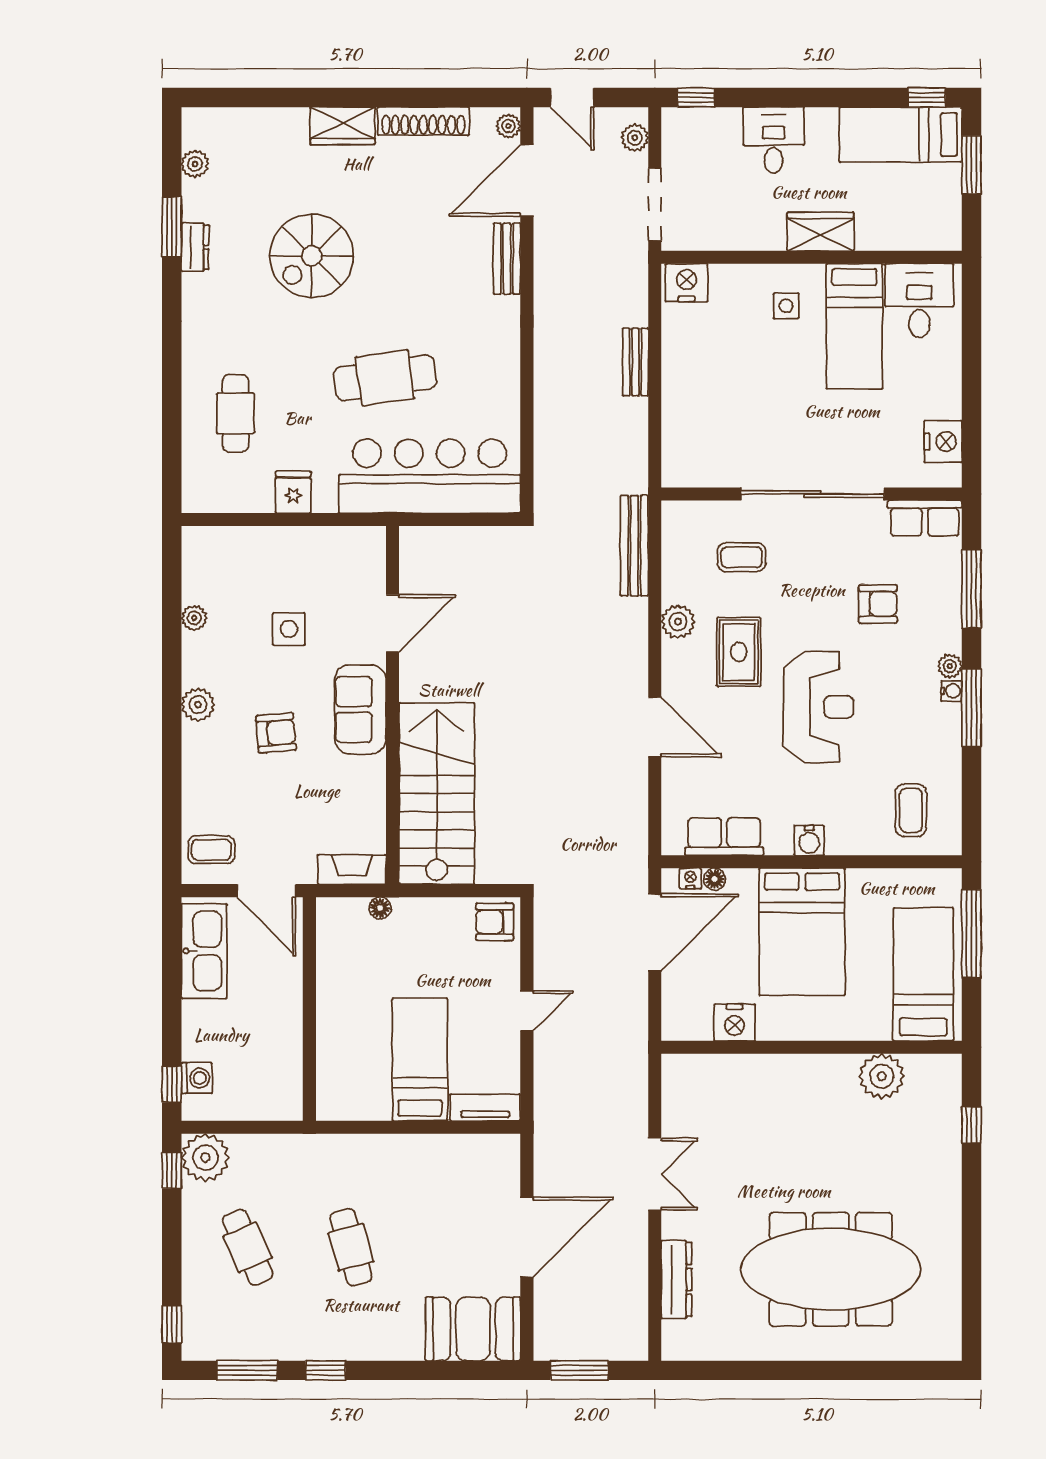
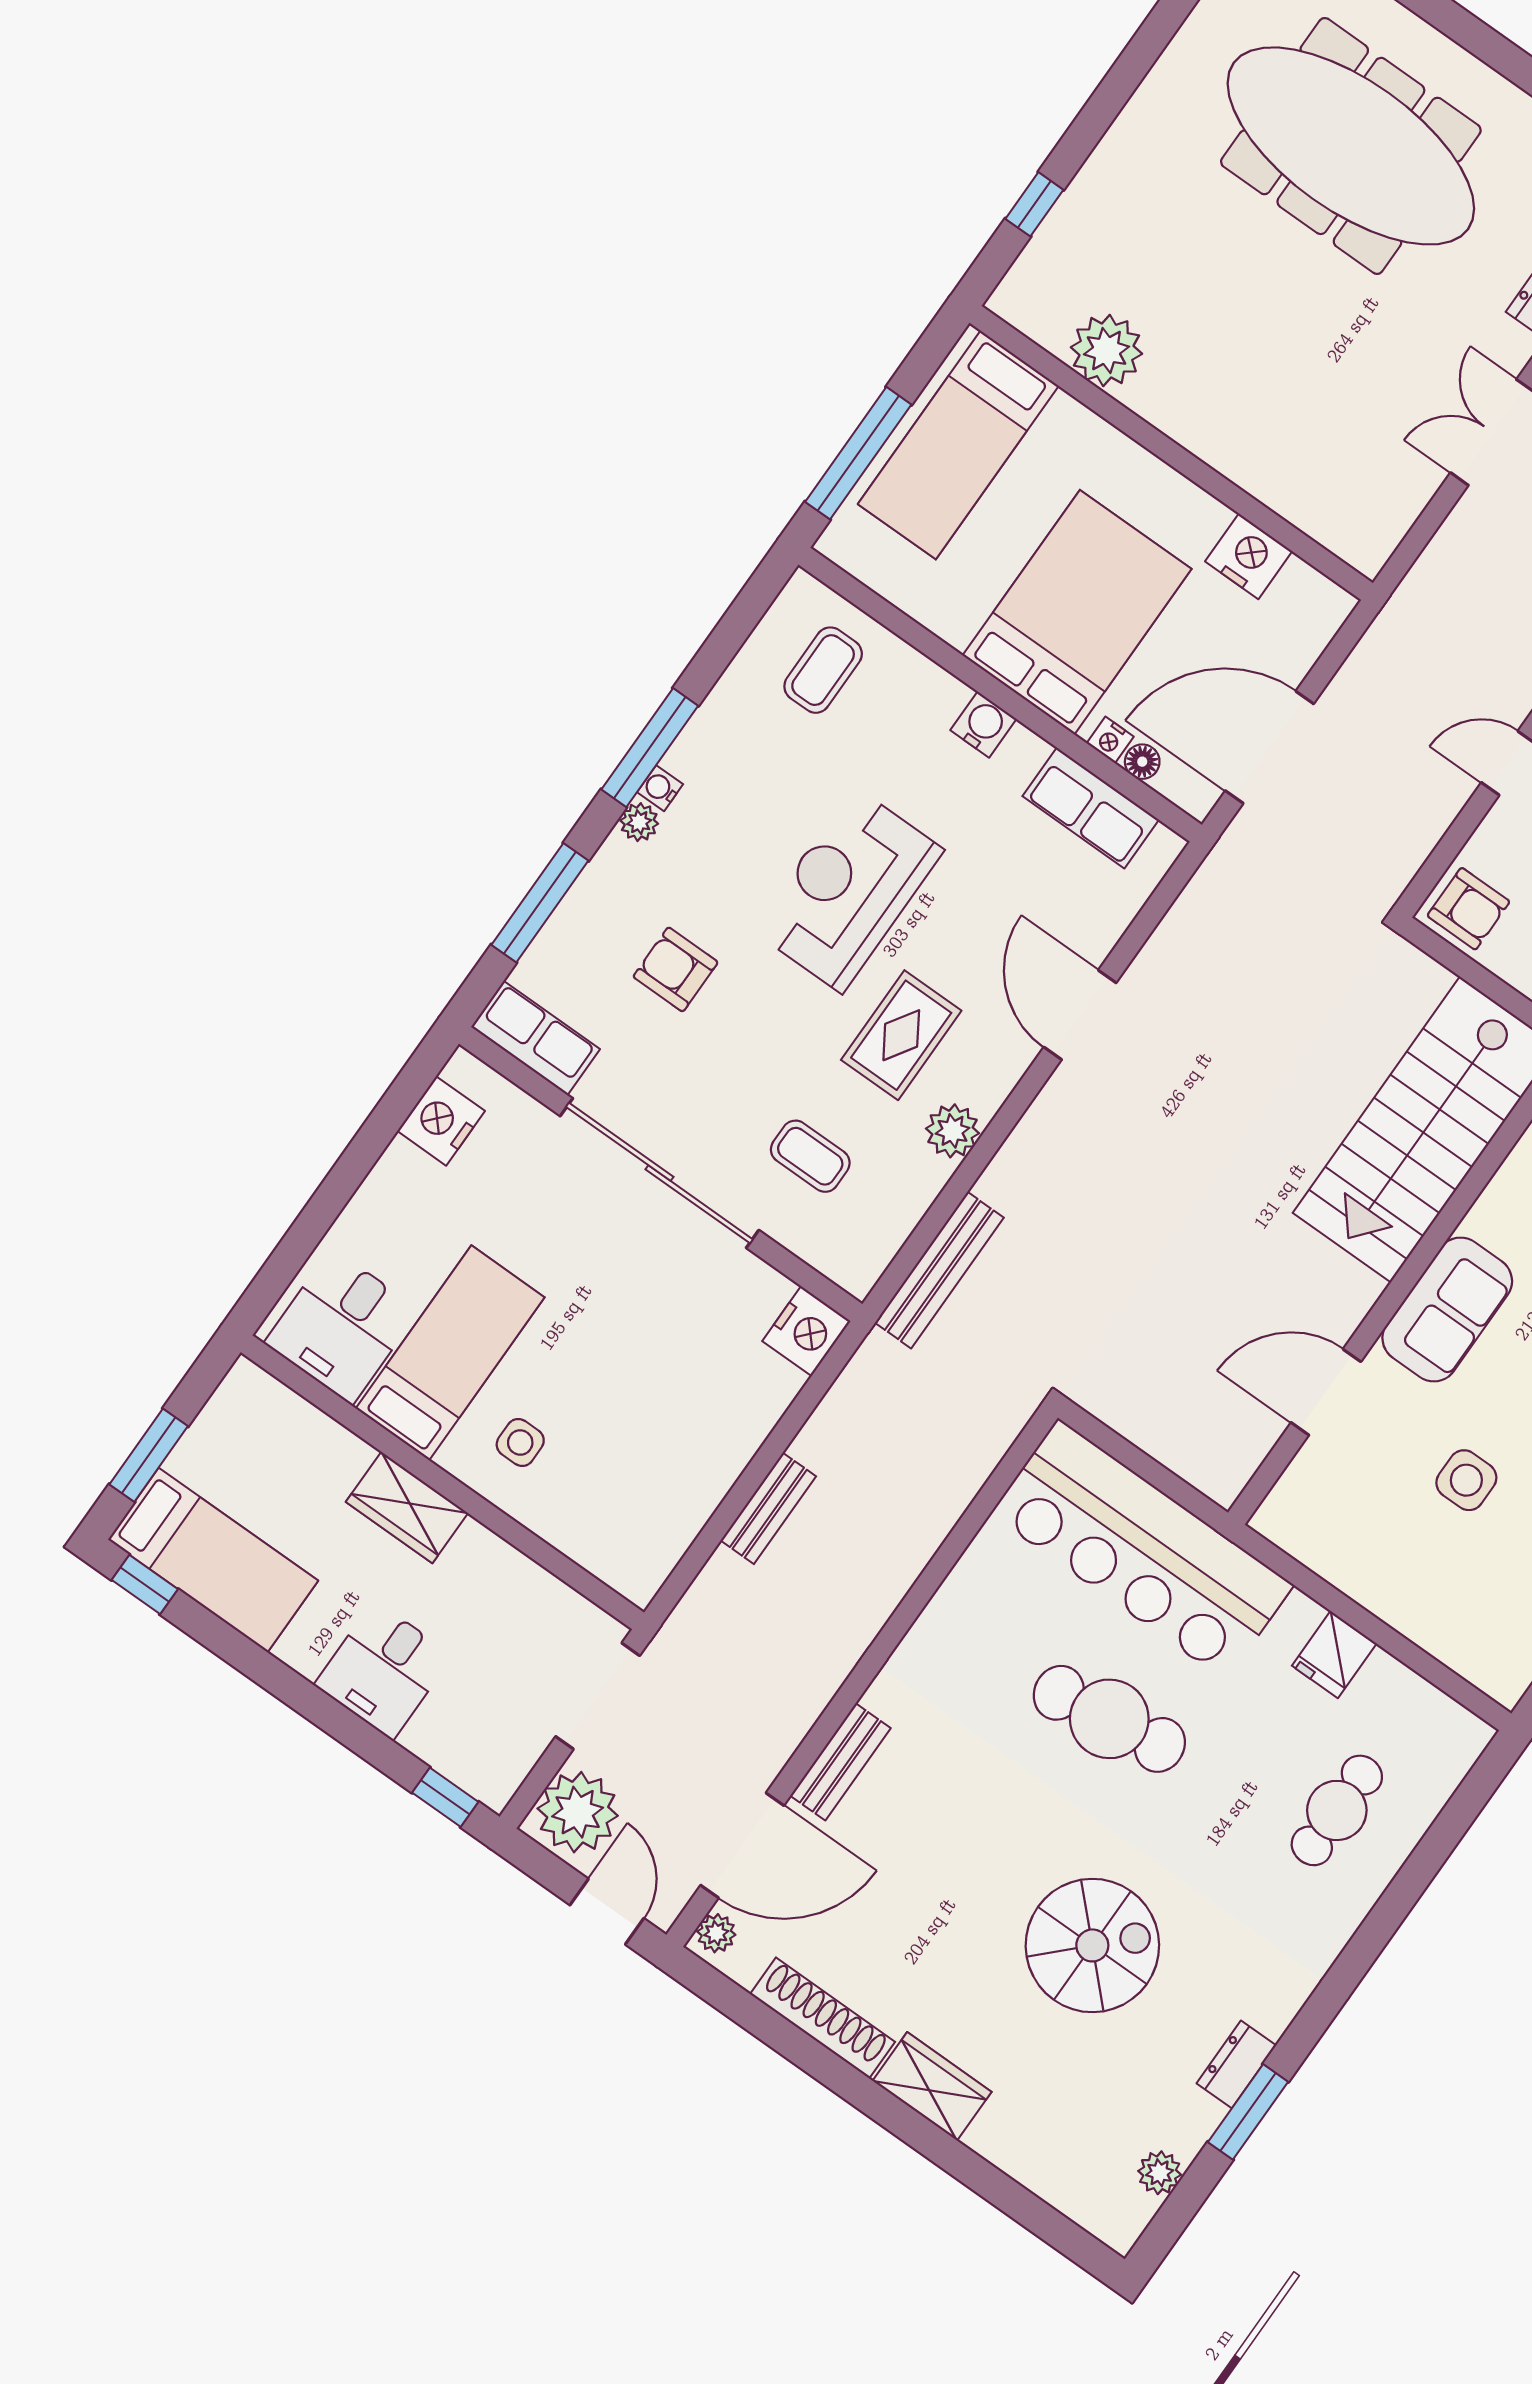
plant: (635, 138) -> (578, 1812), width x1.88, depth x1.88
nightstand: (686, 283) -> (806, 1331), moved, turned -90
nightstand: (690, 879) -> (1110, 740), moved

